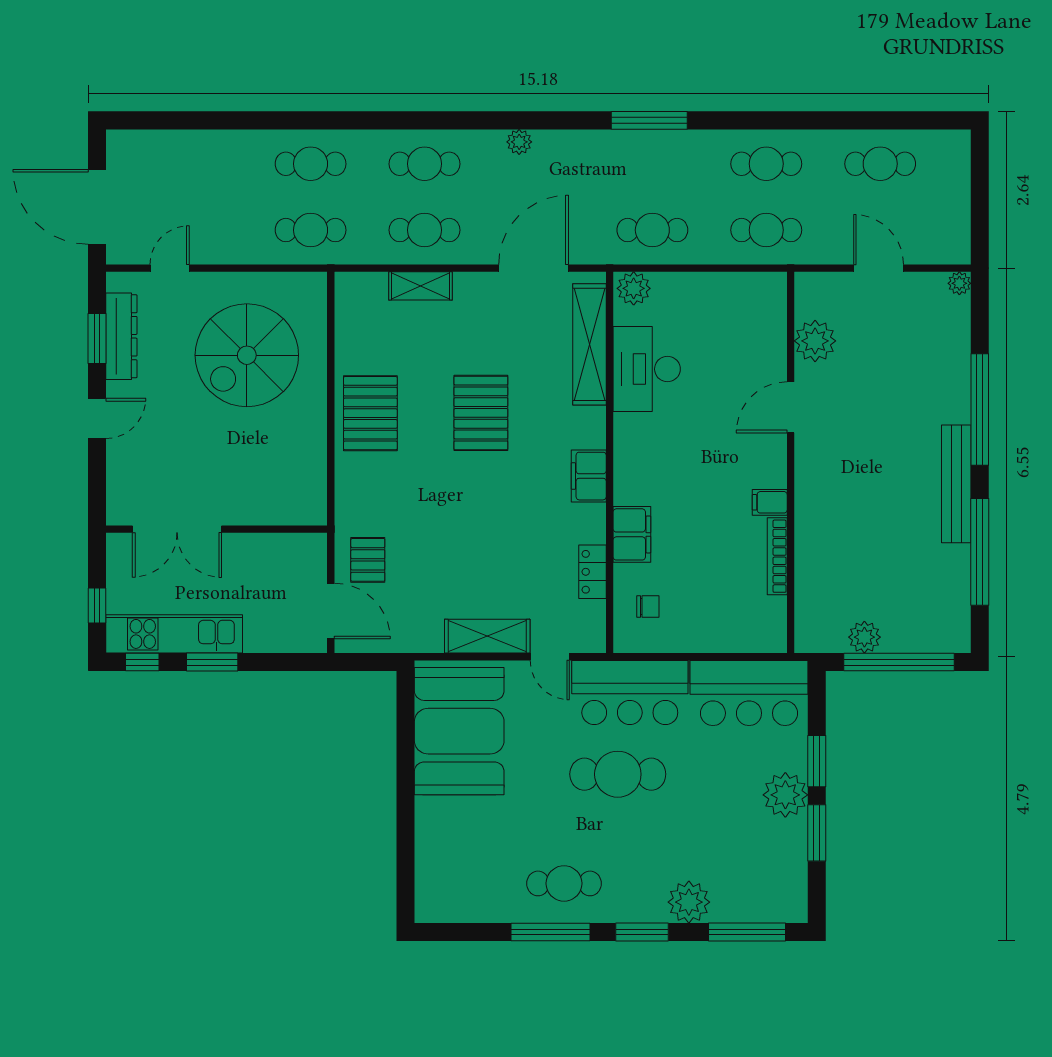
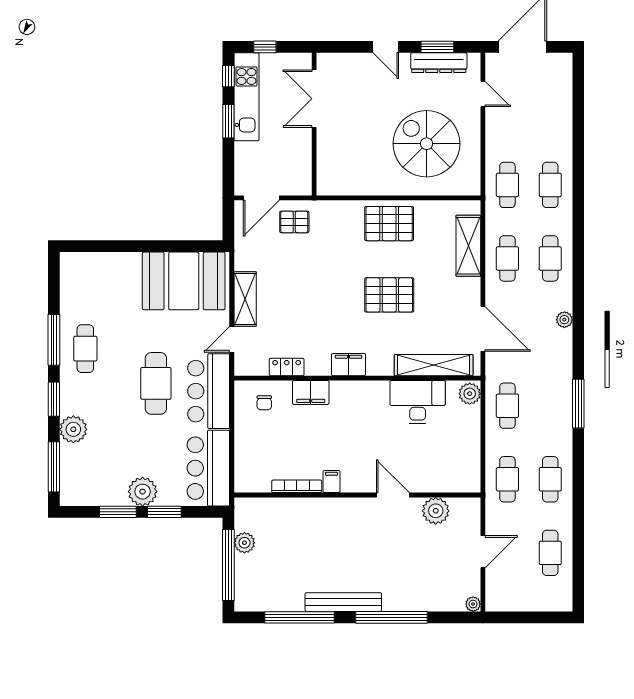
shelving: (420, 286) -> (468, 246), width x1.50, depth x1.33

